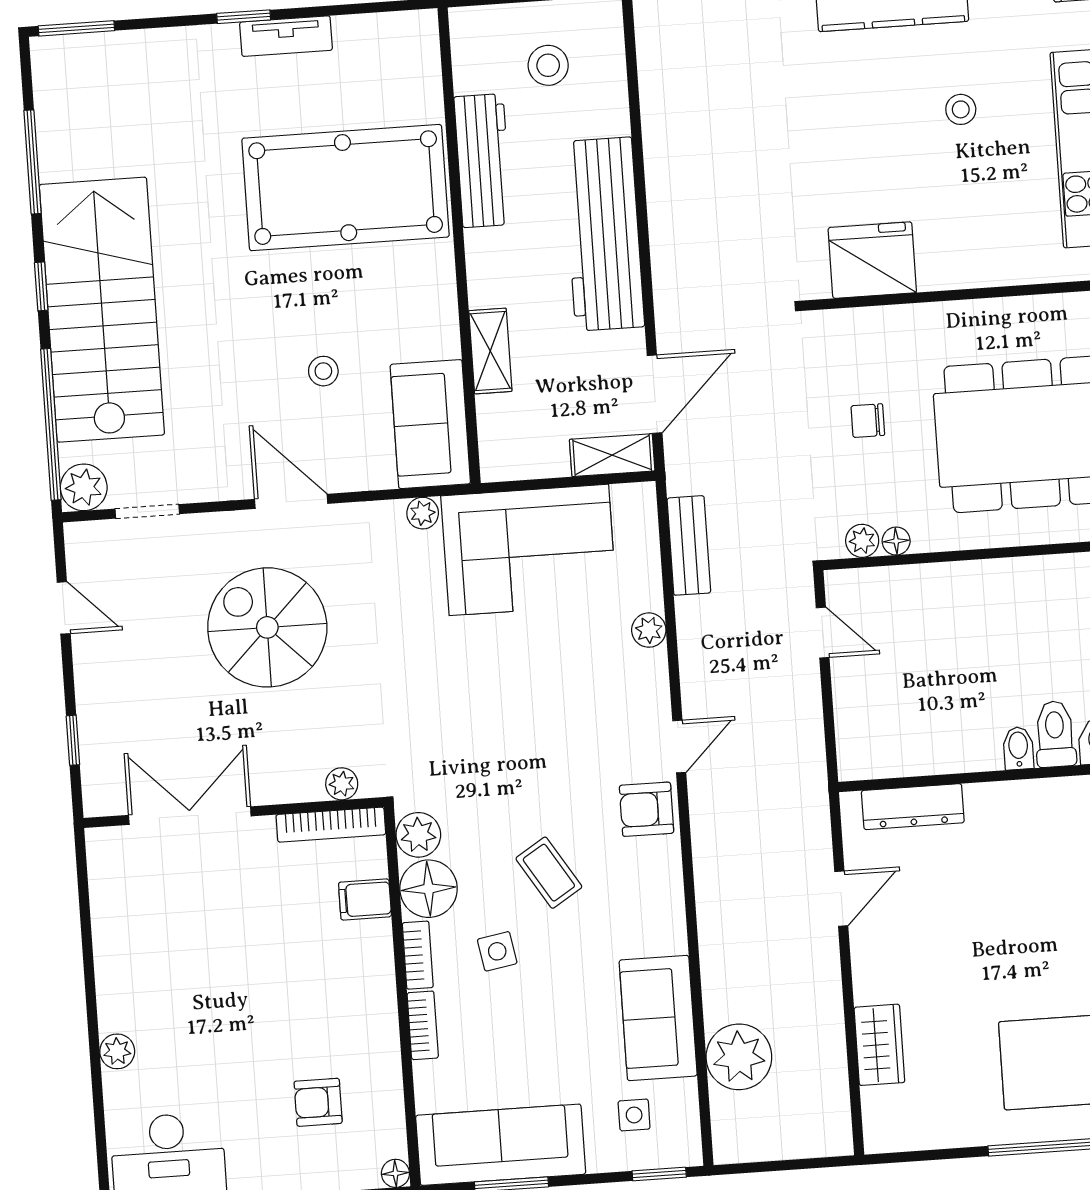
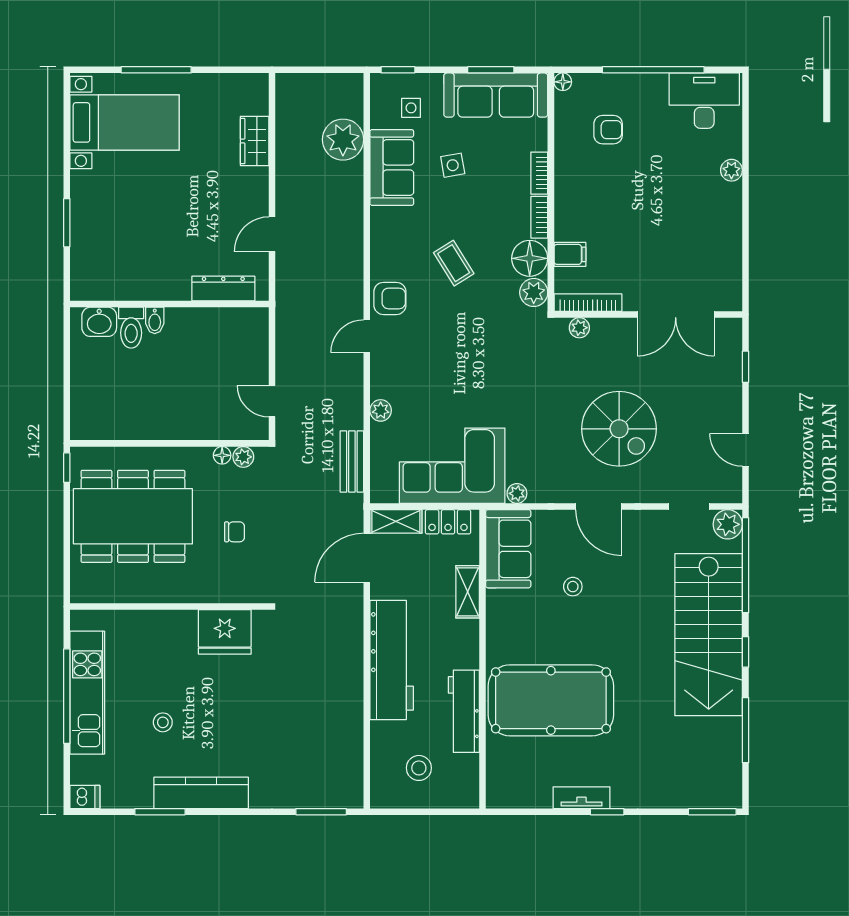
locker: (529, 460) -> (448, 522), added
side table: (497, 951) -> (453, 165), moved

